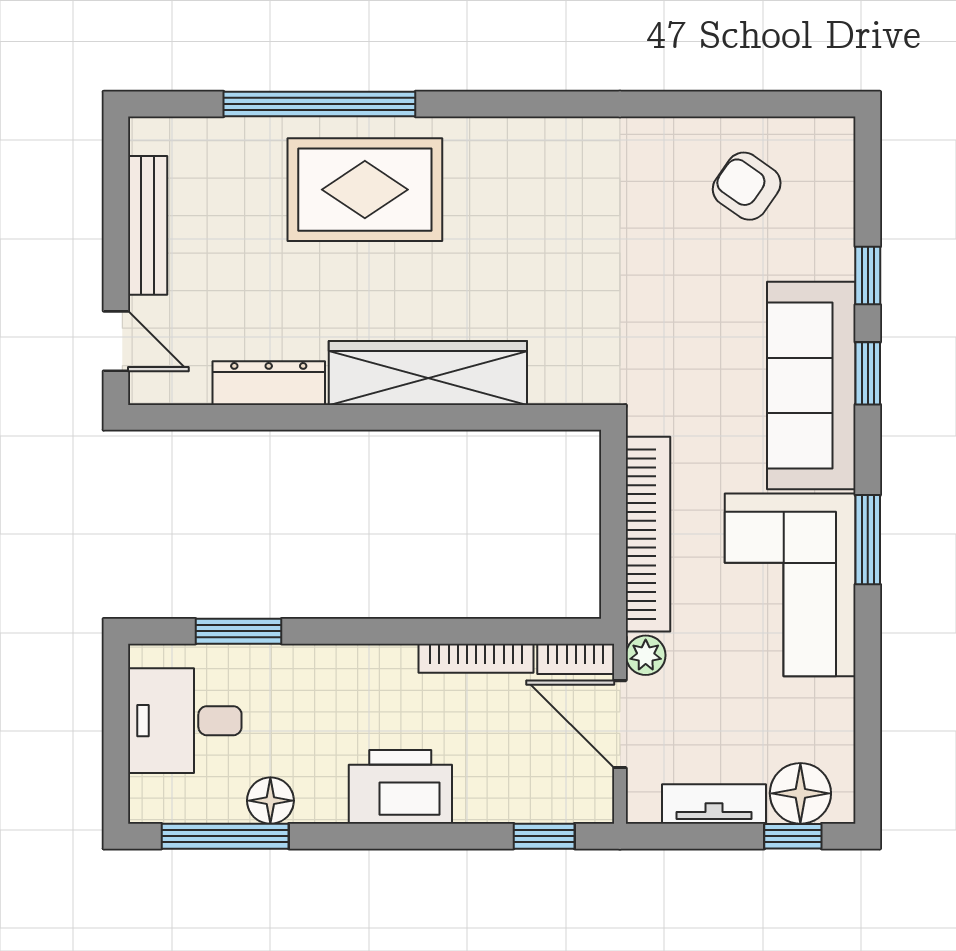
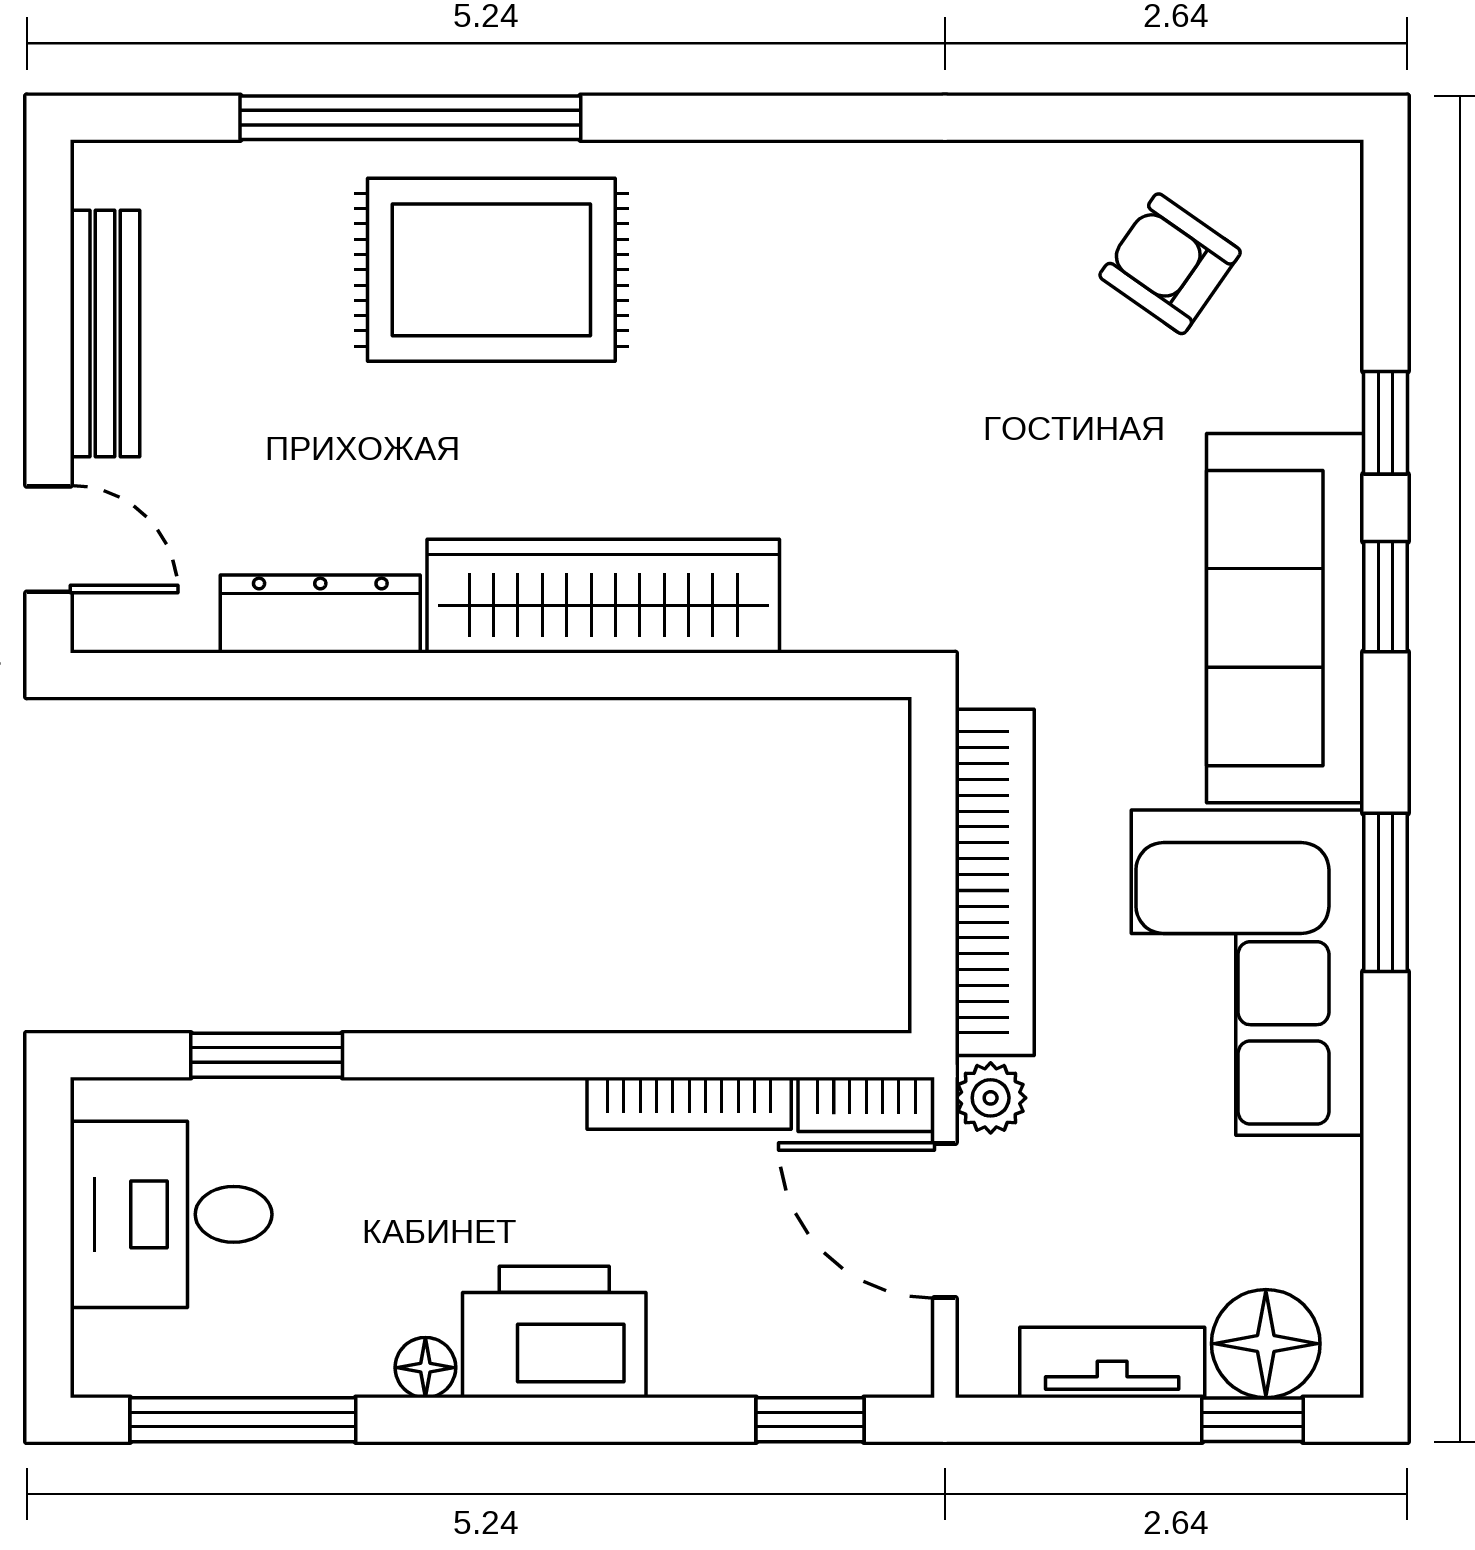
floor lamp: (270, 801) -> (425, 1368), moved, width x0.73, depth x0.73

